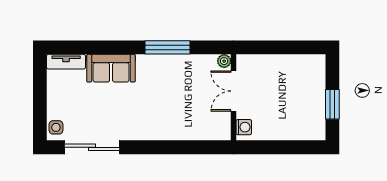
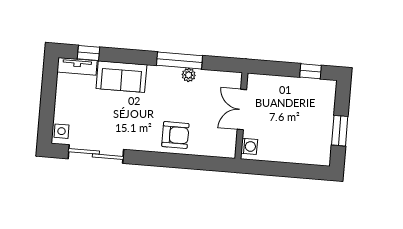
window: (76, 47) -> (88, 53), added
window: (299, 47) -> (311, 71), added
plant: (224, 61) -> (189, 75), moved
armchair: (169, 122) -> (175, 135), added

